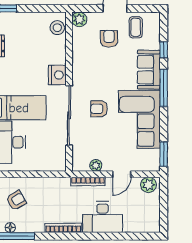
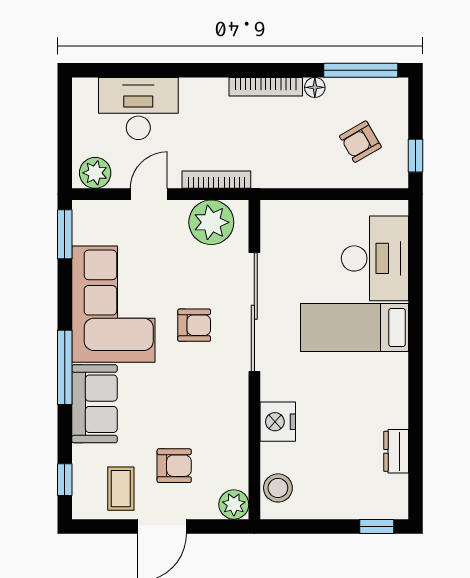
armchair: (109, 39) -> (174, 466), turned -90
window: (164, 50) -> (65, 480), moved
nightstand: (57, 75) -> (278, 422), moved
plant: (96, 165) -> (211, 222), width x1.87, depth x1.87
desk: (103, 217) -> (138, 108), moved
floor lamp: (10, 227) -> (315, 87), moved

